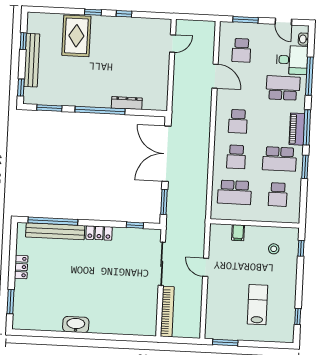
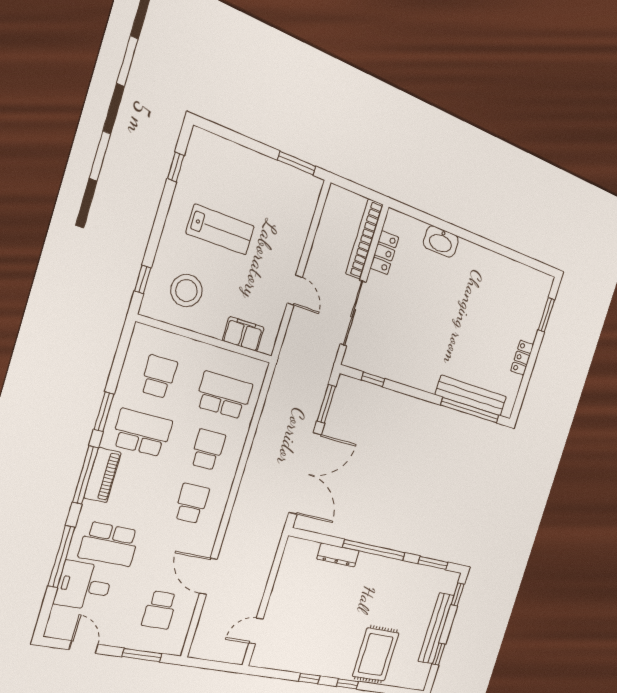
washbasin: (303, 39) -> (57, 617), removed
school desk: (241, 50) -> (160, 610), turned 180
locker: (99, 233) -> (384, 253), moved, turned 90
filing cabinet: (238, 233) -> (243, 334), width x2.00
stool: (274, 249) -> (187, 291), width x1.89, depth x1.89
lab bench: (258, 305) -> (220, 230), moved, turned -90
washbasin: (76, 325) -> (441, 242), moved

